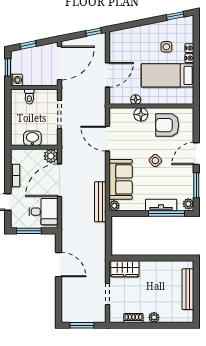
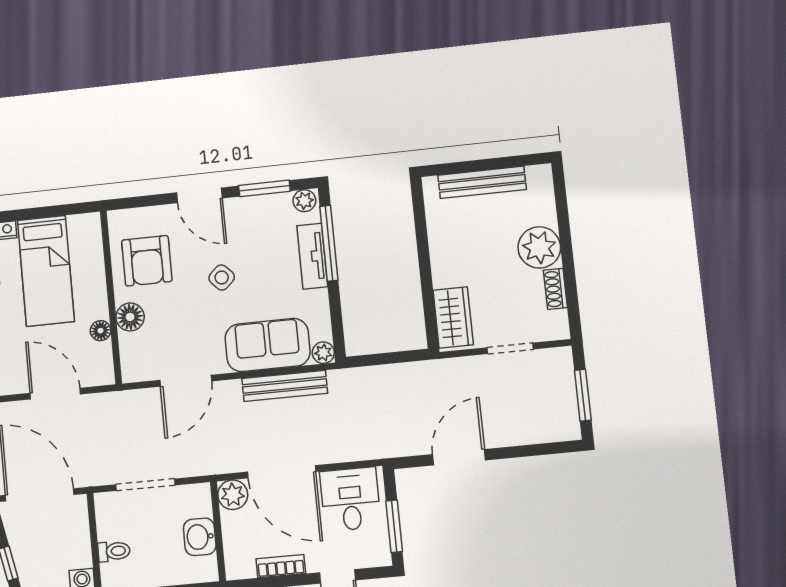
bench: (100, 202) -> (285, 386), moved
plant: (154, 317) -> (539, 247), width x1.88, depth x1.88

